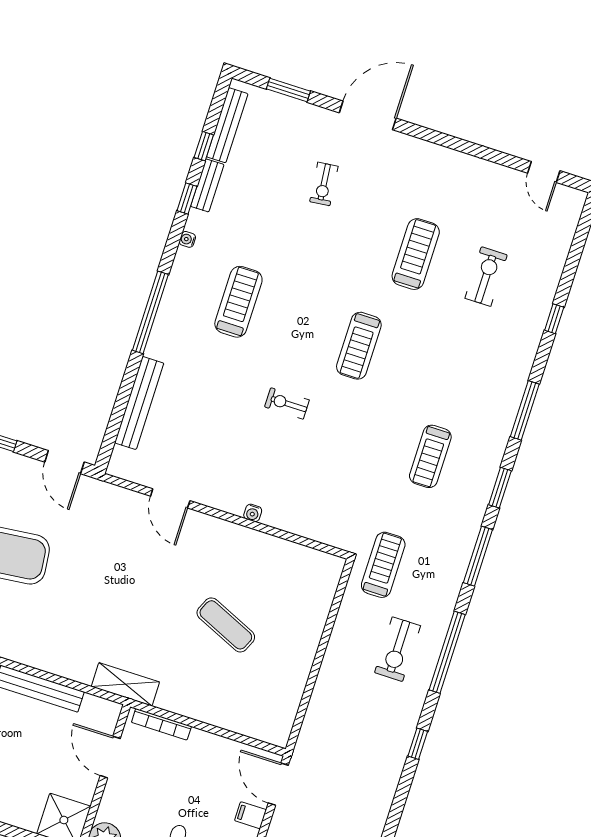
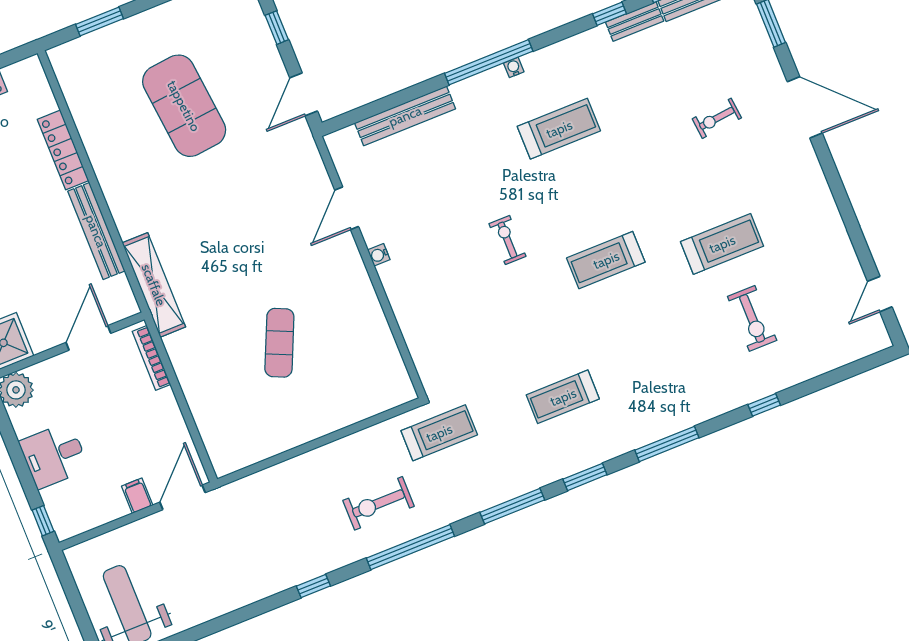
water cooler: (187, 239) -> (514, 67), moved
exercise bike: (486, 277) -> (752, 318), turned 90
water cooler: (253, 513) -> (379, 255), moved
shelving: (125, 684) -> (154, 285), width x1.47

